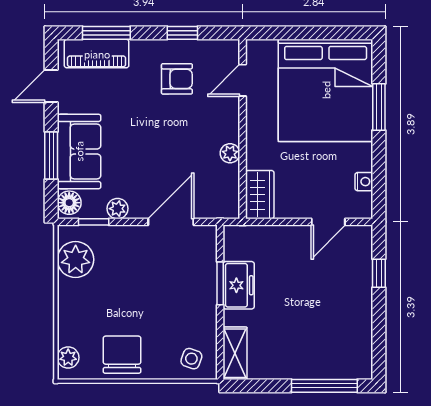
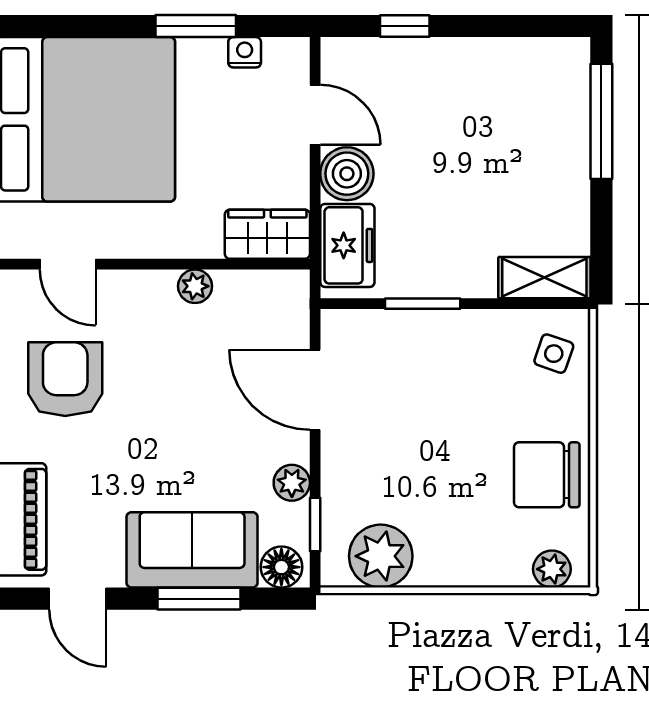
armchair: (177, 79) -> (65, 379), width x1.38, depth x1.38
window: (379, 107) -> (196, 26), moved
boiler: (294, 240) -> (347, 174), added
freezer: (239, 285) -> (347, 245), moved, turned 90

